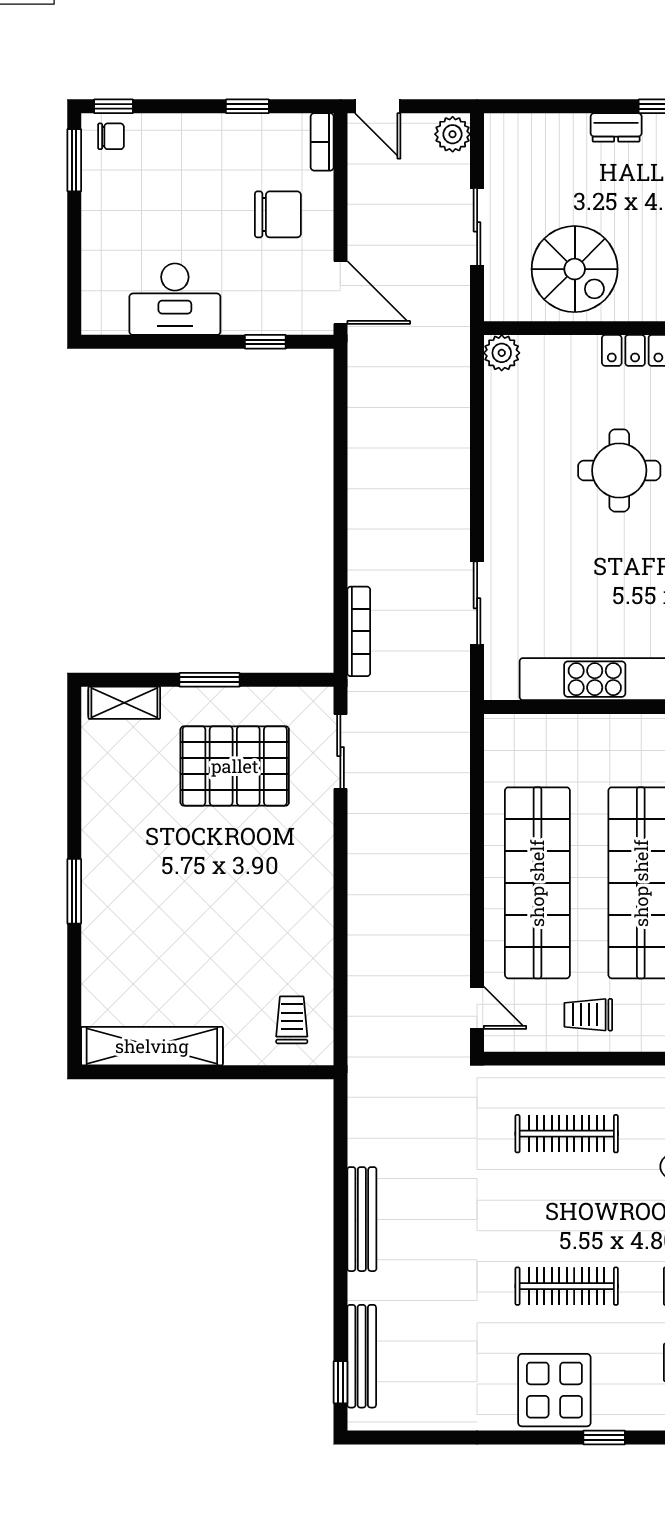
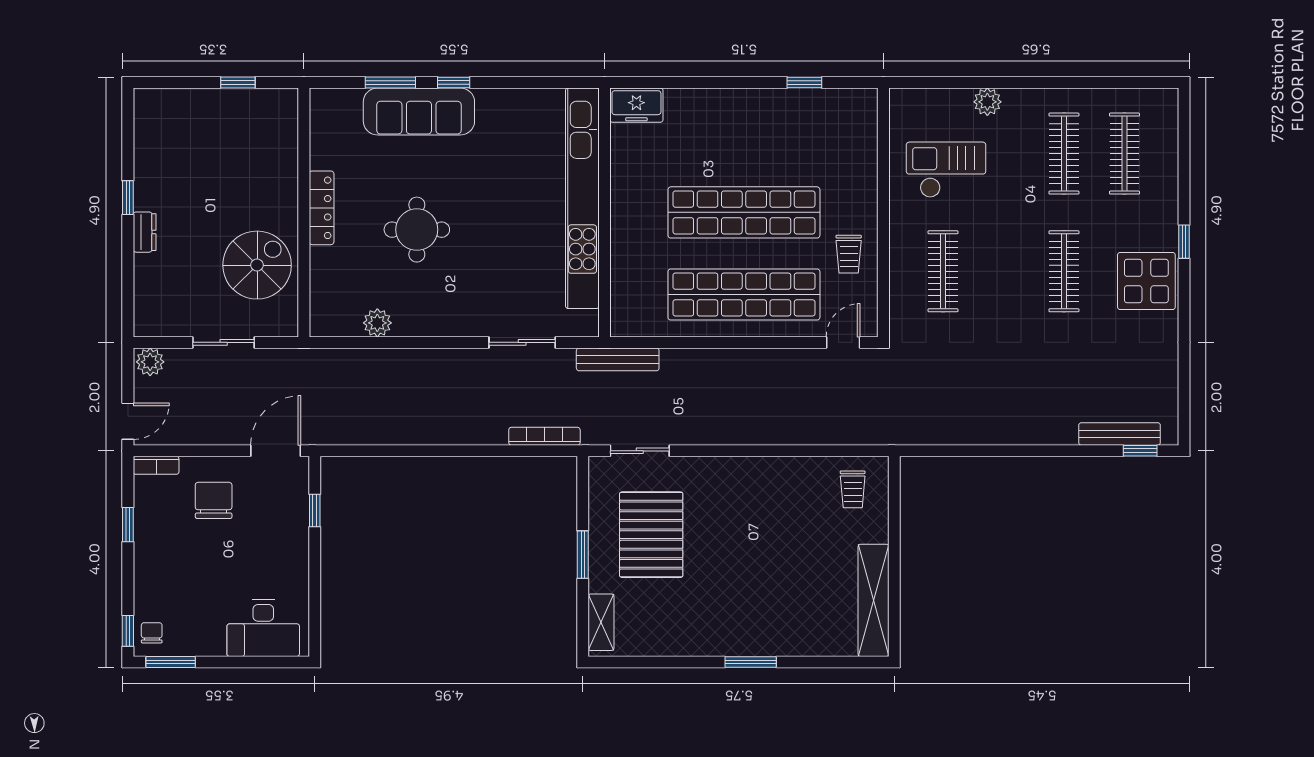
desk: (175, 299) -> (263, 628), moved, turned 90
plant: (502, 353) -> (377, 323), moved
trolley: (292, 1020) -> (853, 489), turned -90
bench: (362, 1219) -> (618, 359), moved

